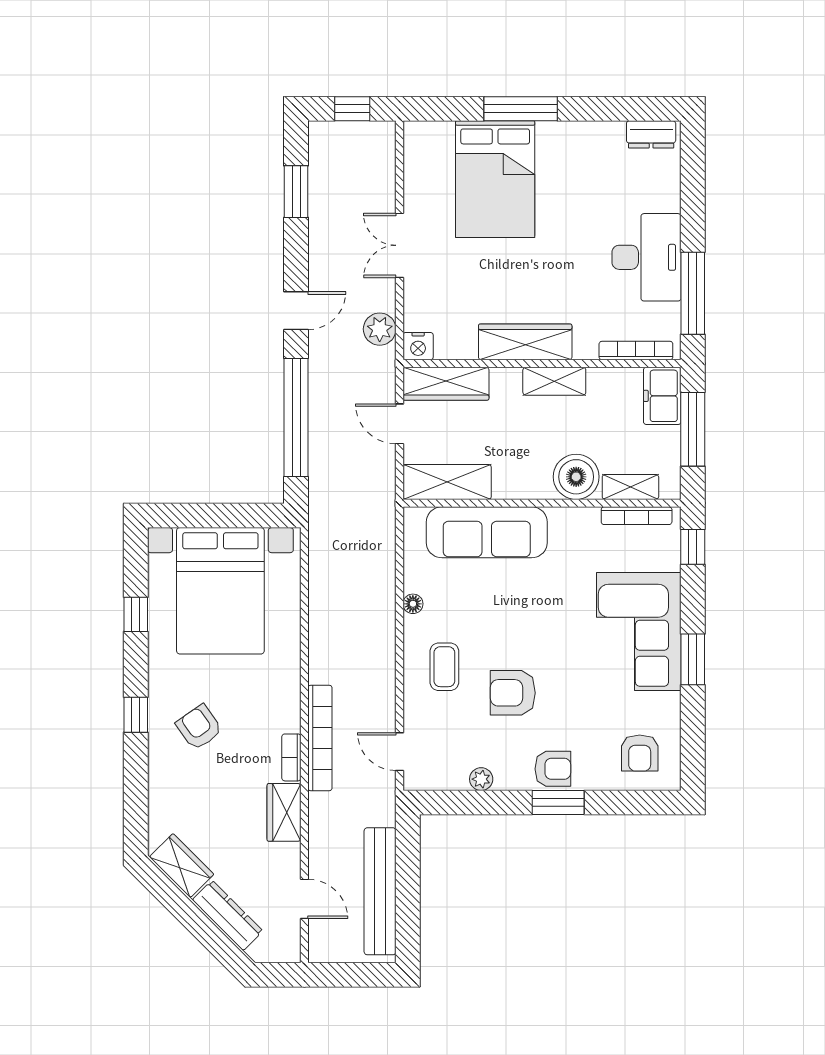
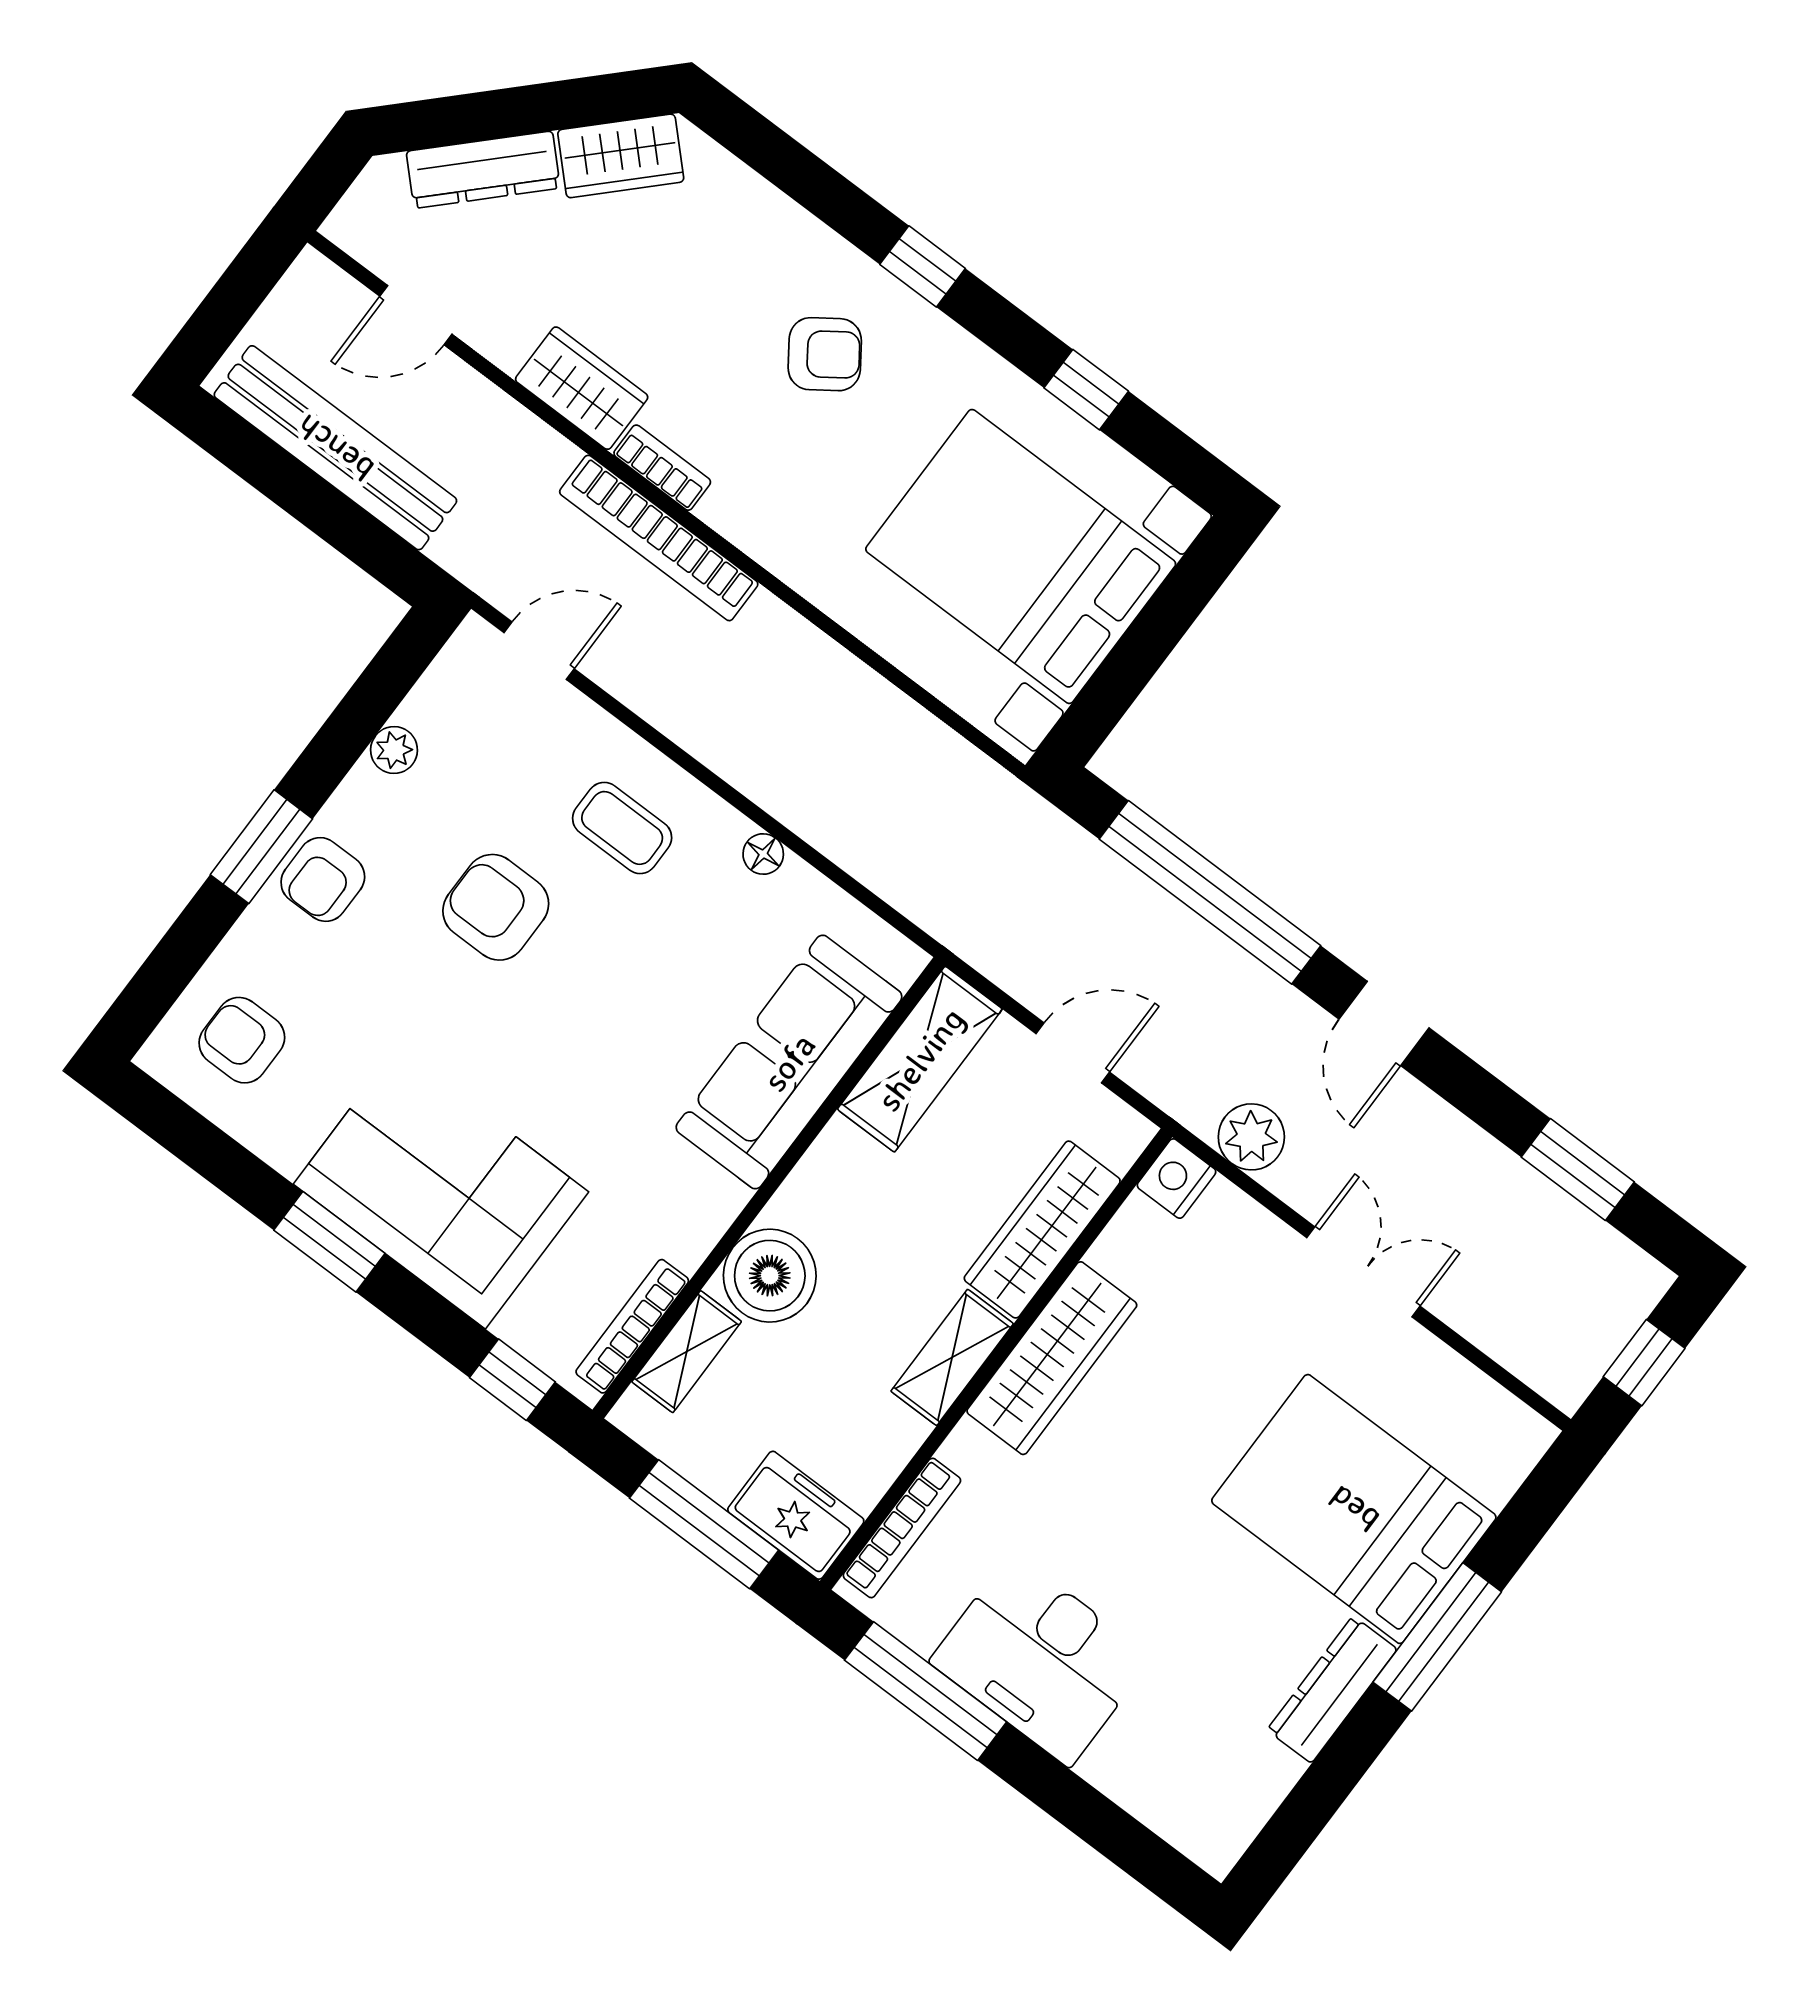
dresser: (651, 134) -> (1332, 1690), moved, width x1.44
wardrobe: (446, 384) -> (1042, 1230), moved
armchair: (513, 693) -> (496, 907), turned -90

